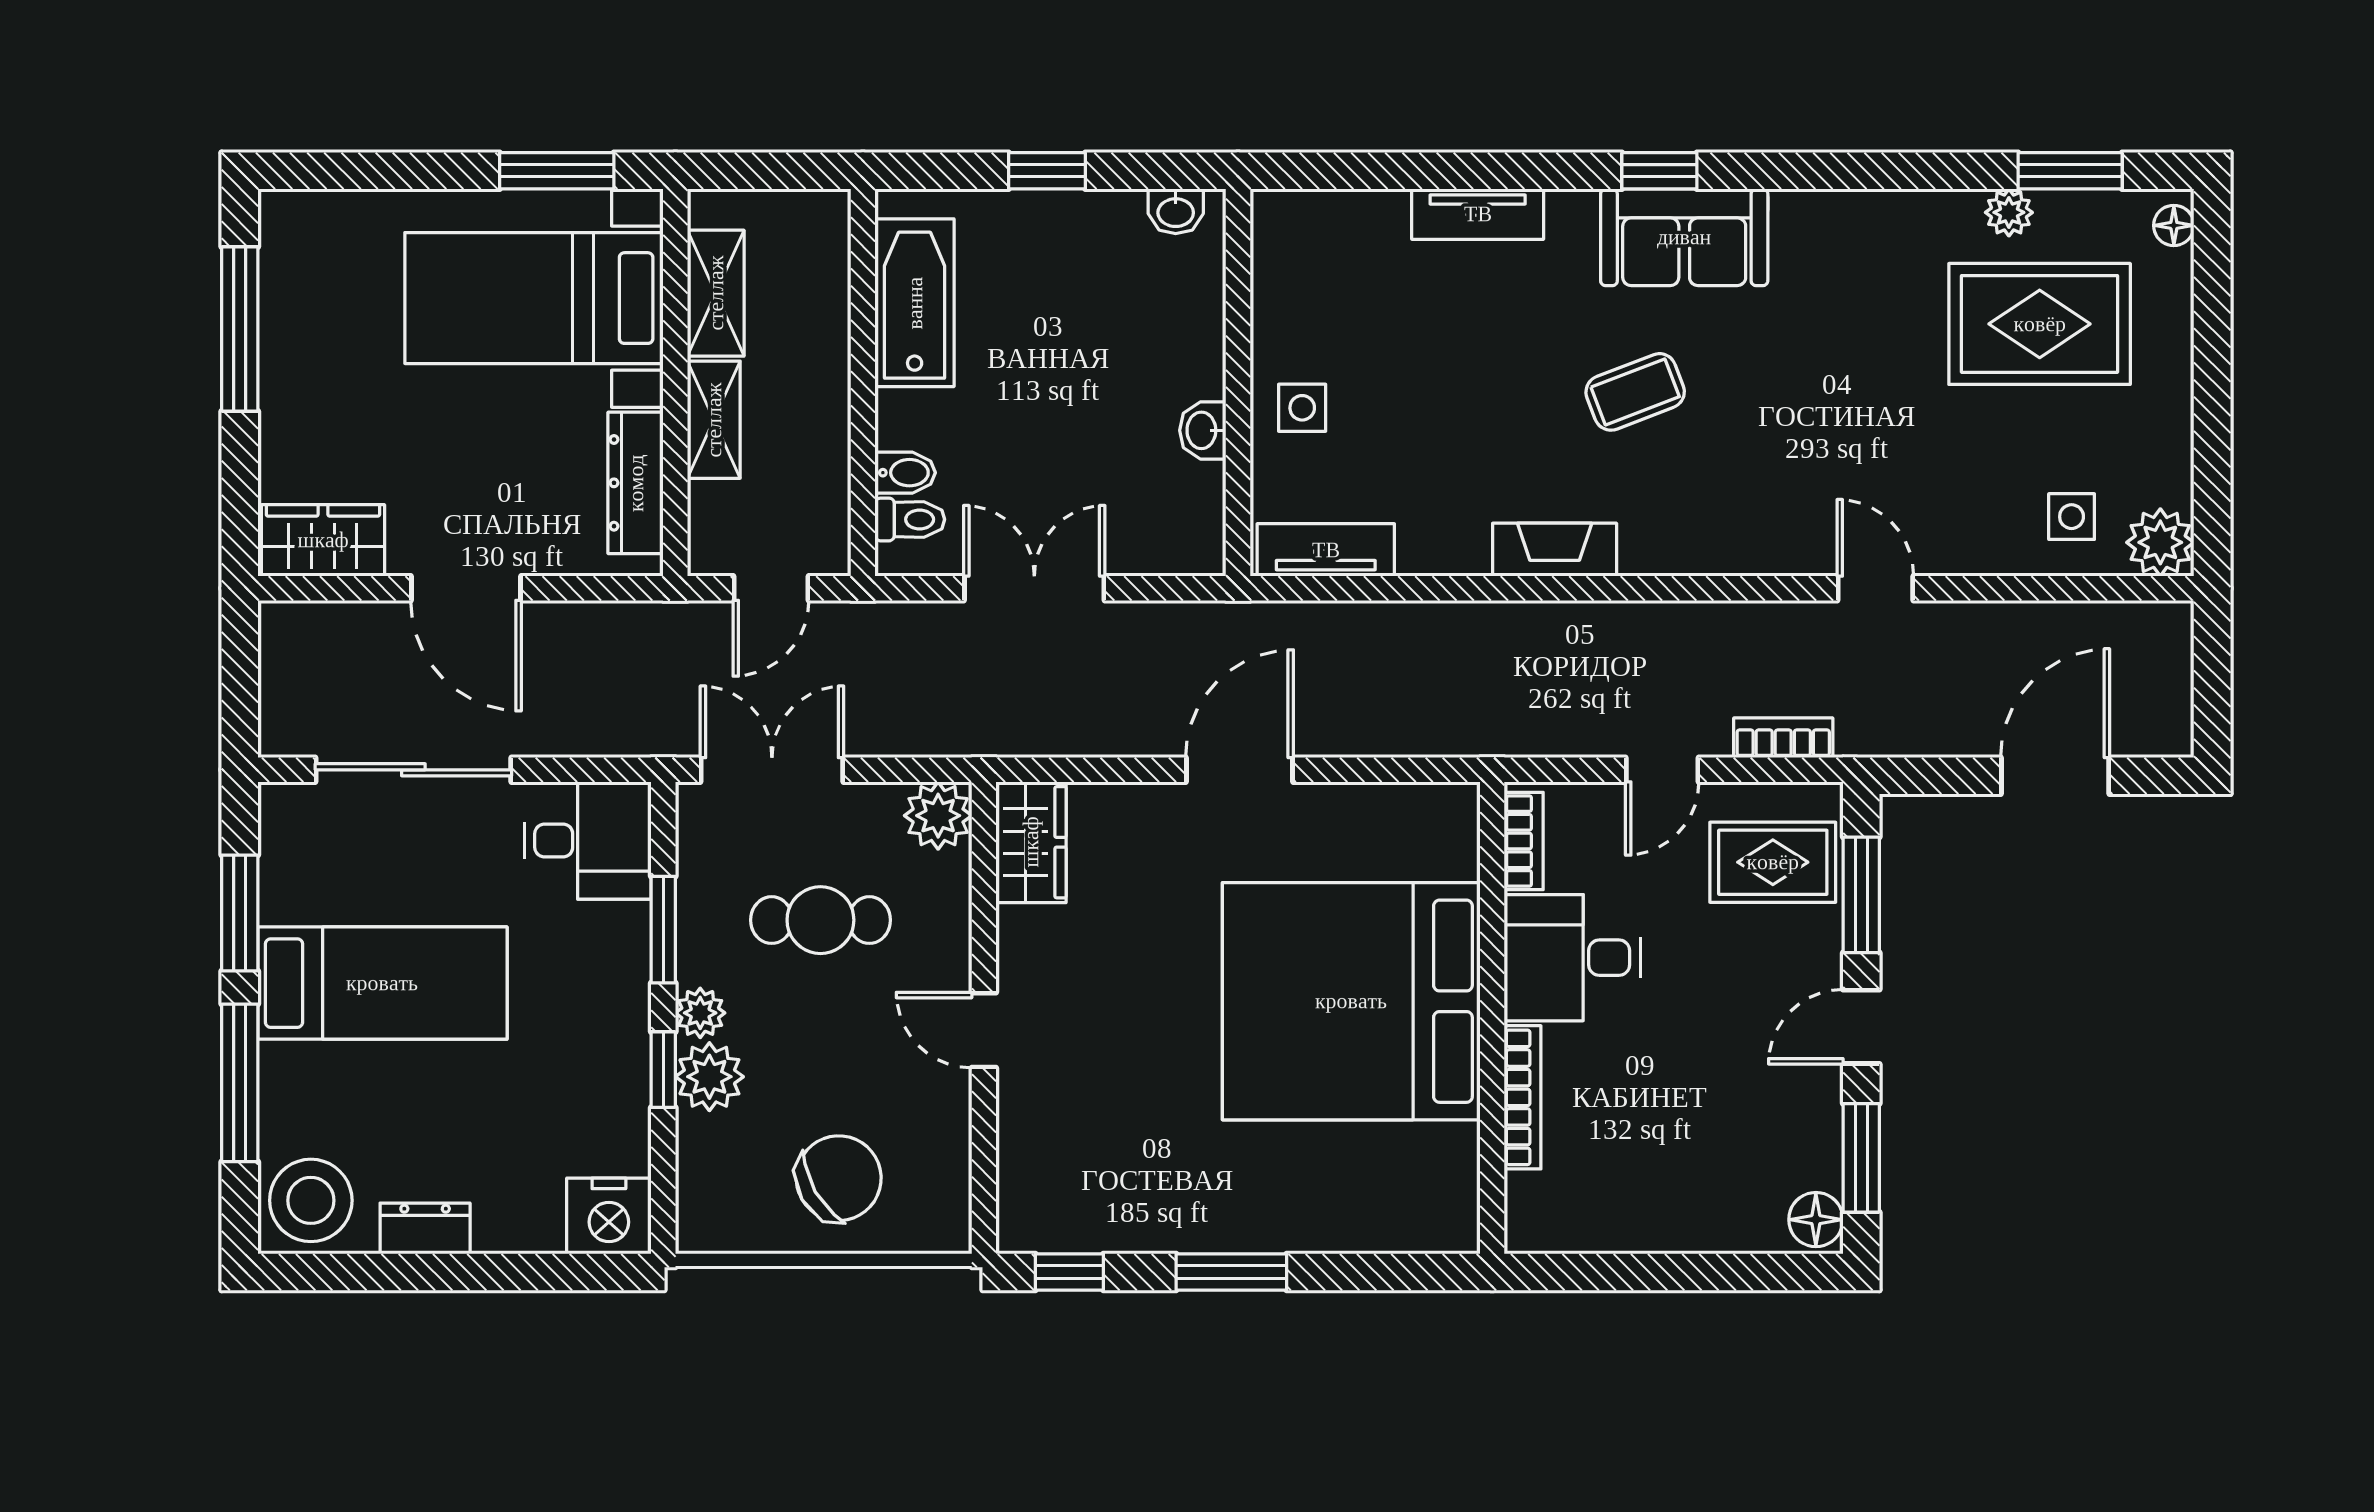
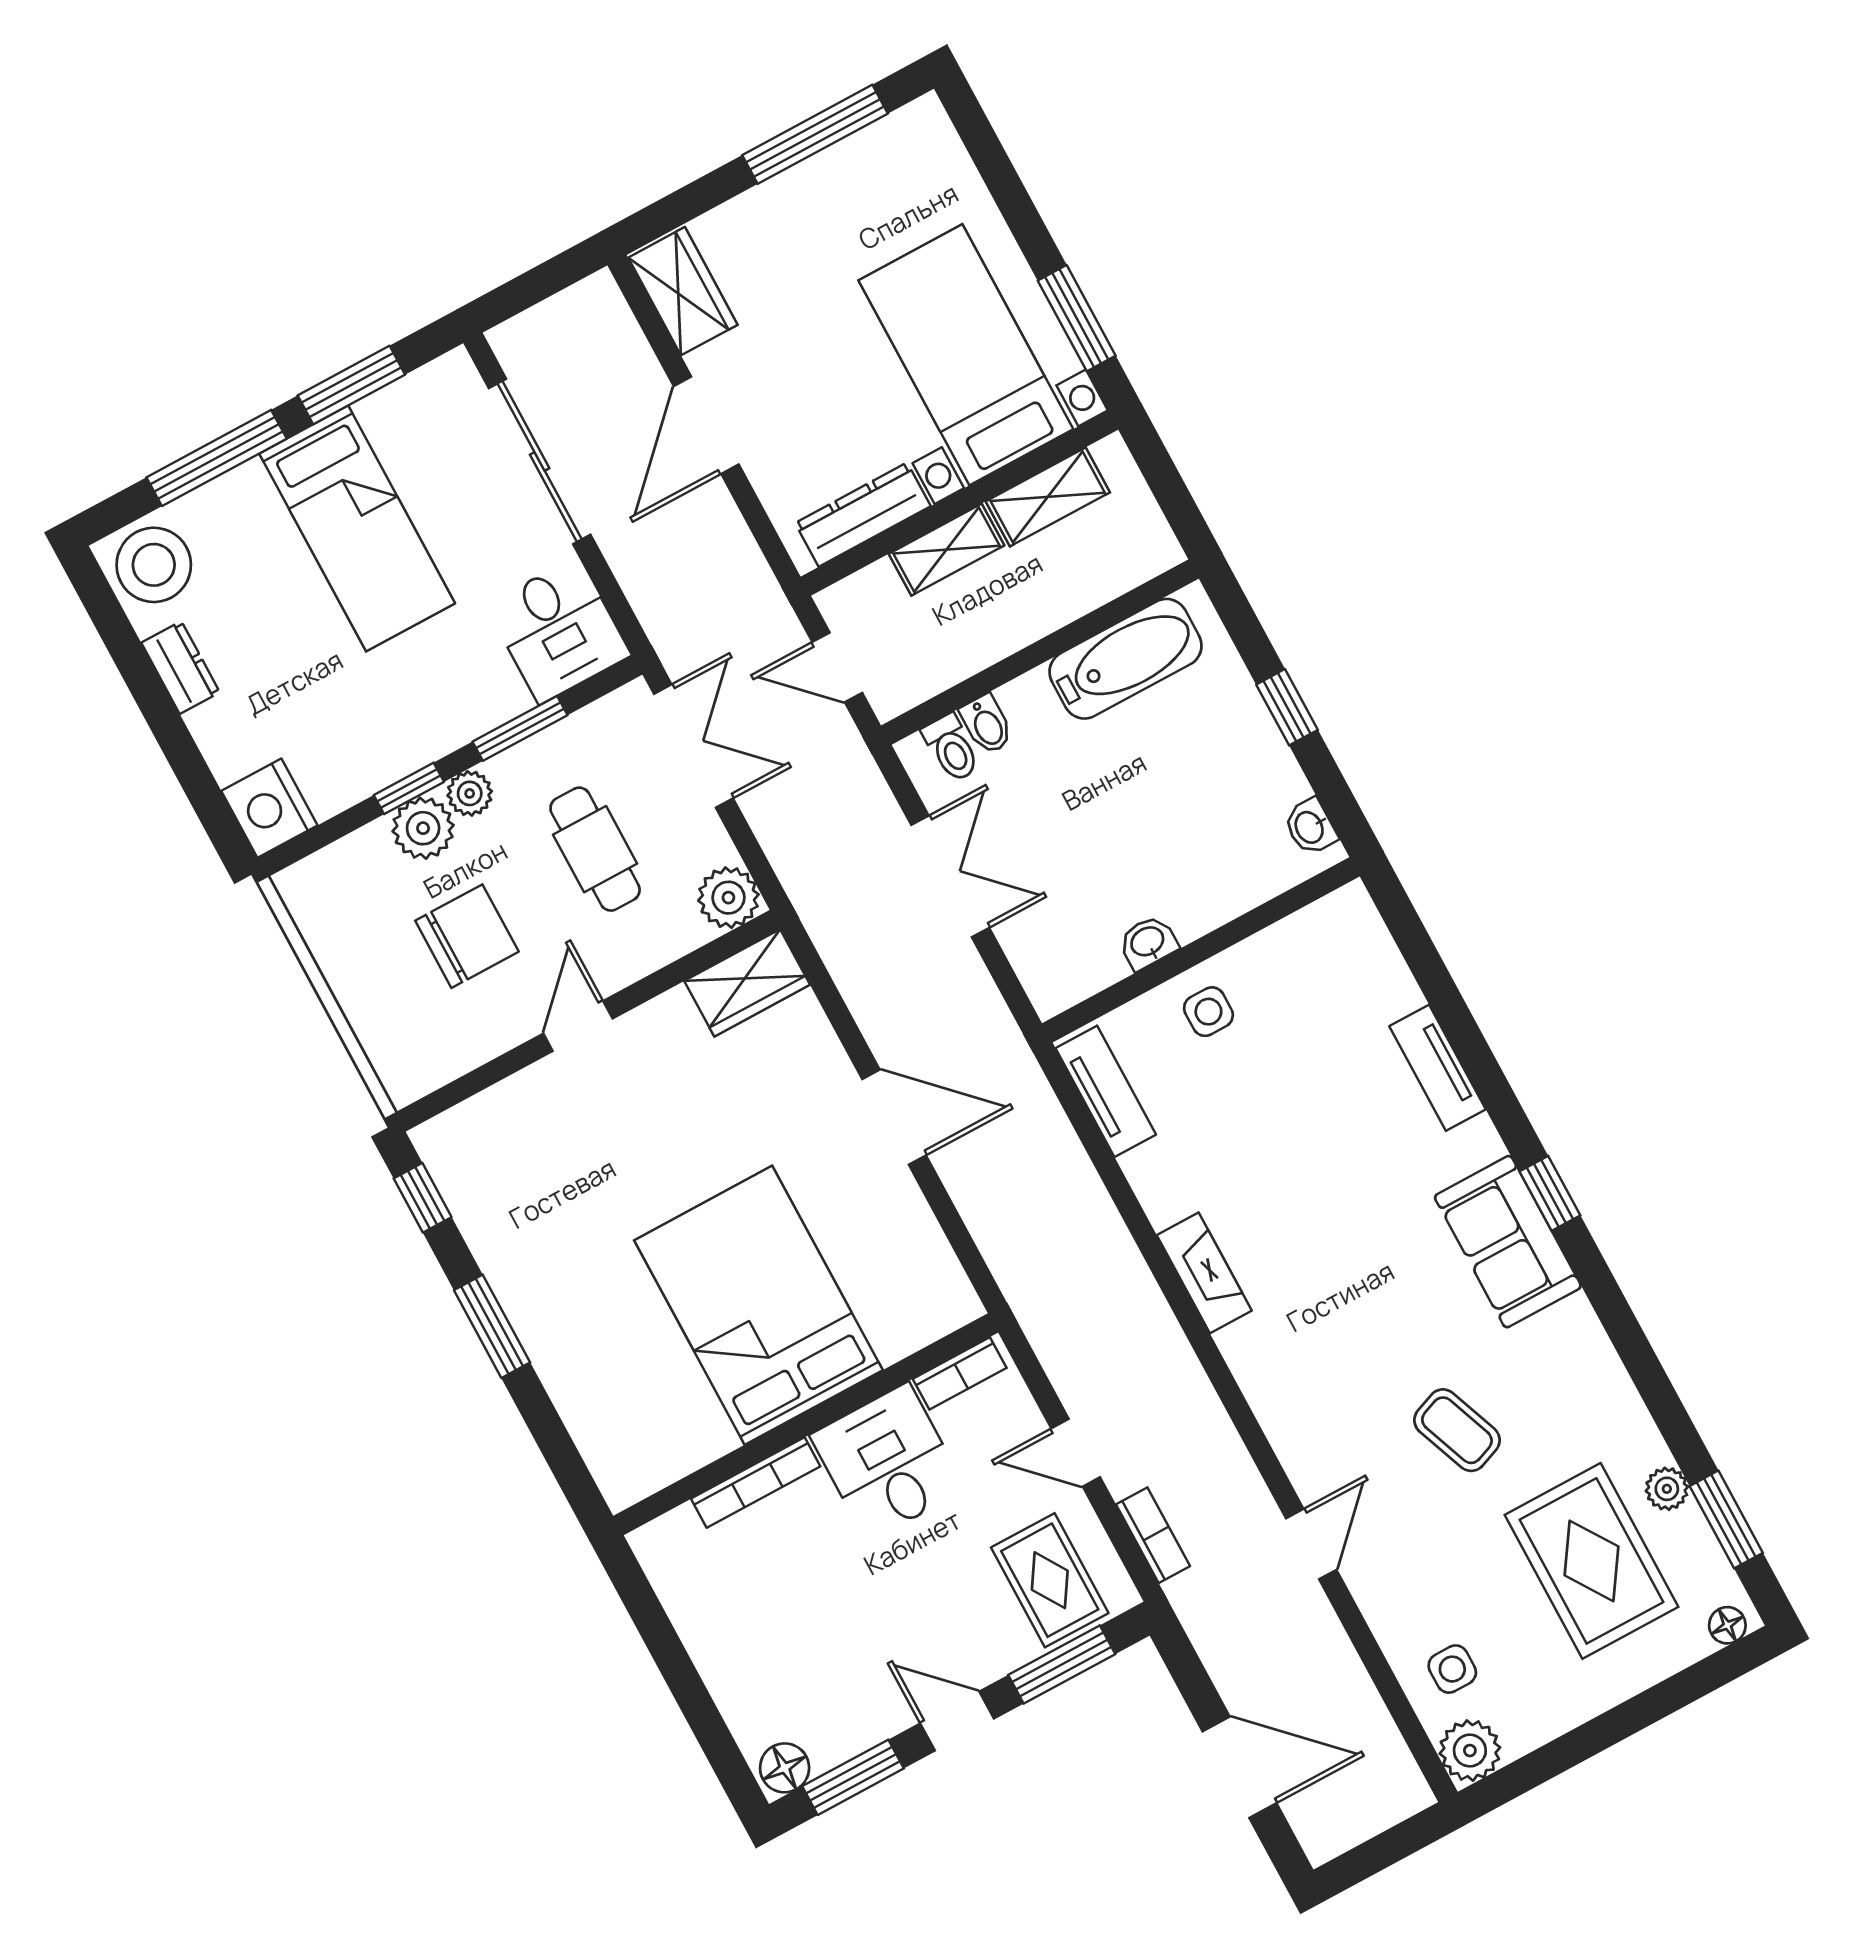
coffee table: (1635, 392) -> (1457, 1430), moved
bed: (1351, 1001) -> (758, 1305), width x0.73
chair: (839, 1178) -> (467, 936), moved, turned -60

